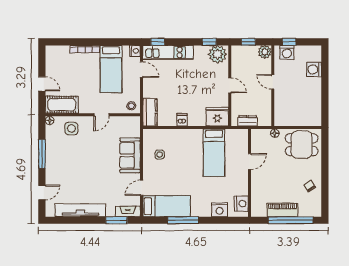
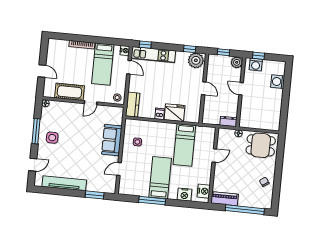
cot: (62, 105) -> (70, 92), moved
fridge: (217, 117) -> (175, 113), moved
dresser: (248, 121) -> (228, 122), moved
side table: (71, 129) -> (52, 138), moved
bed: (167, 206) -> (160, 178), moved, turned -90
piano: (282, 210) -> (225, 199), moved
fireplace: (128, 212) -> (105, 188), removed

